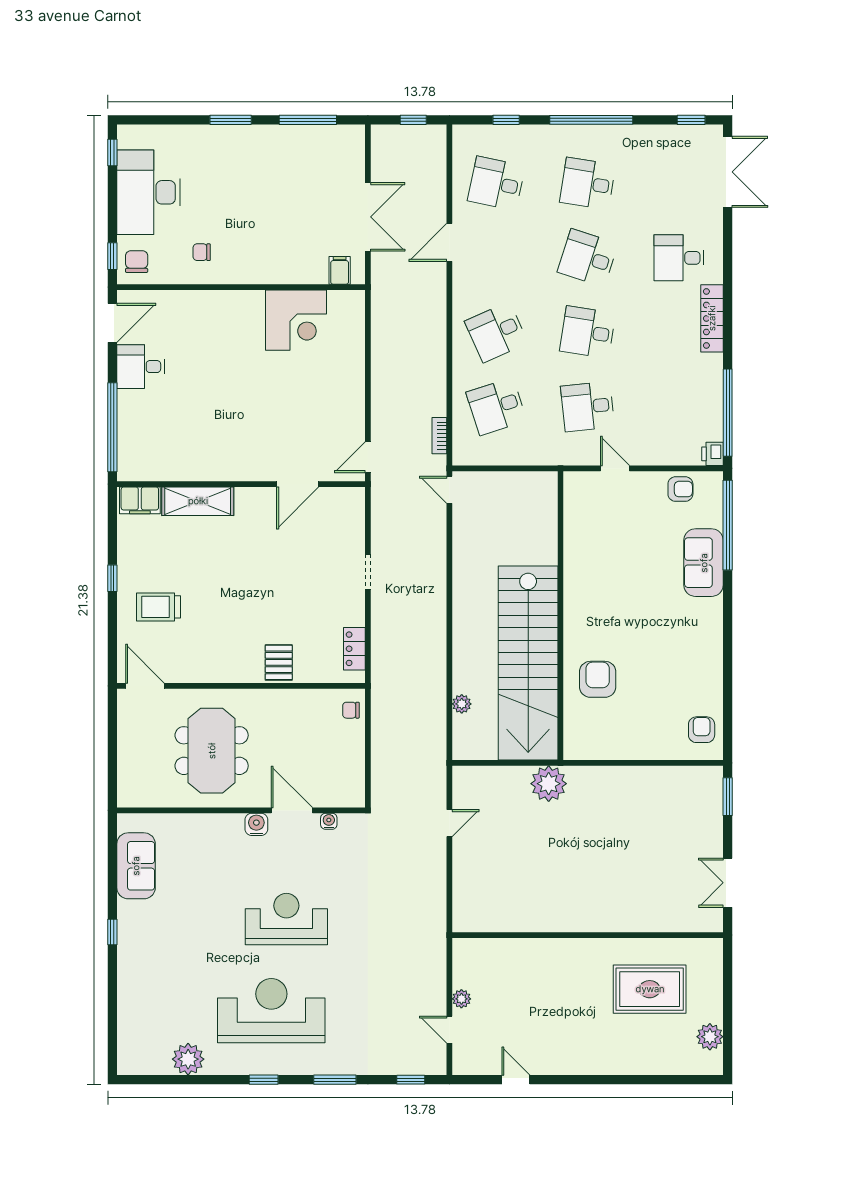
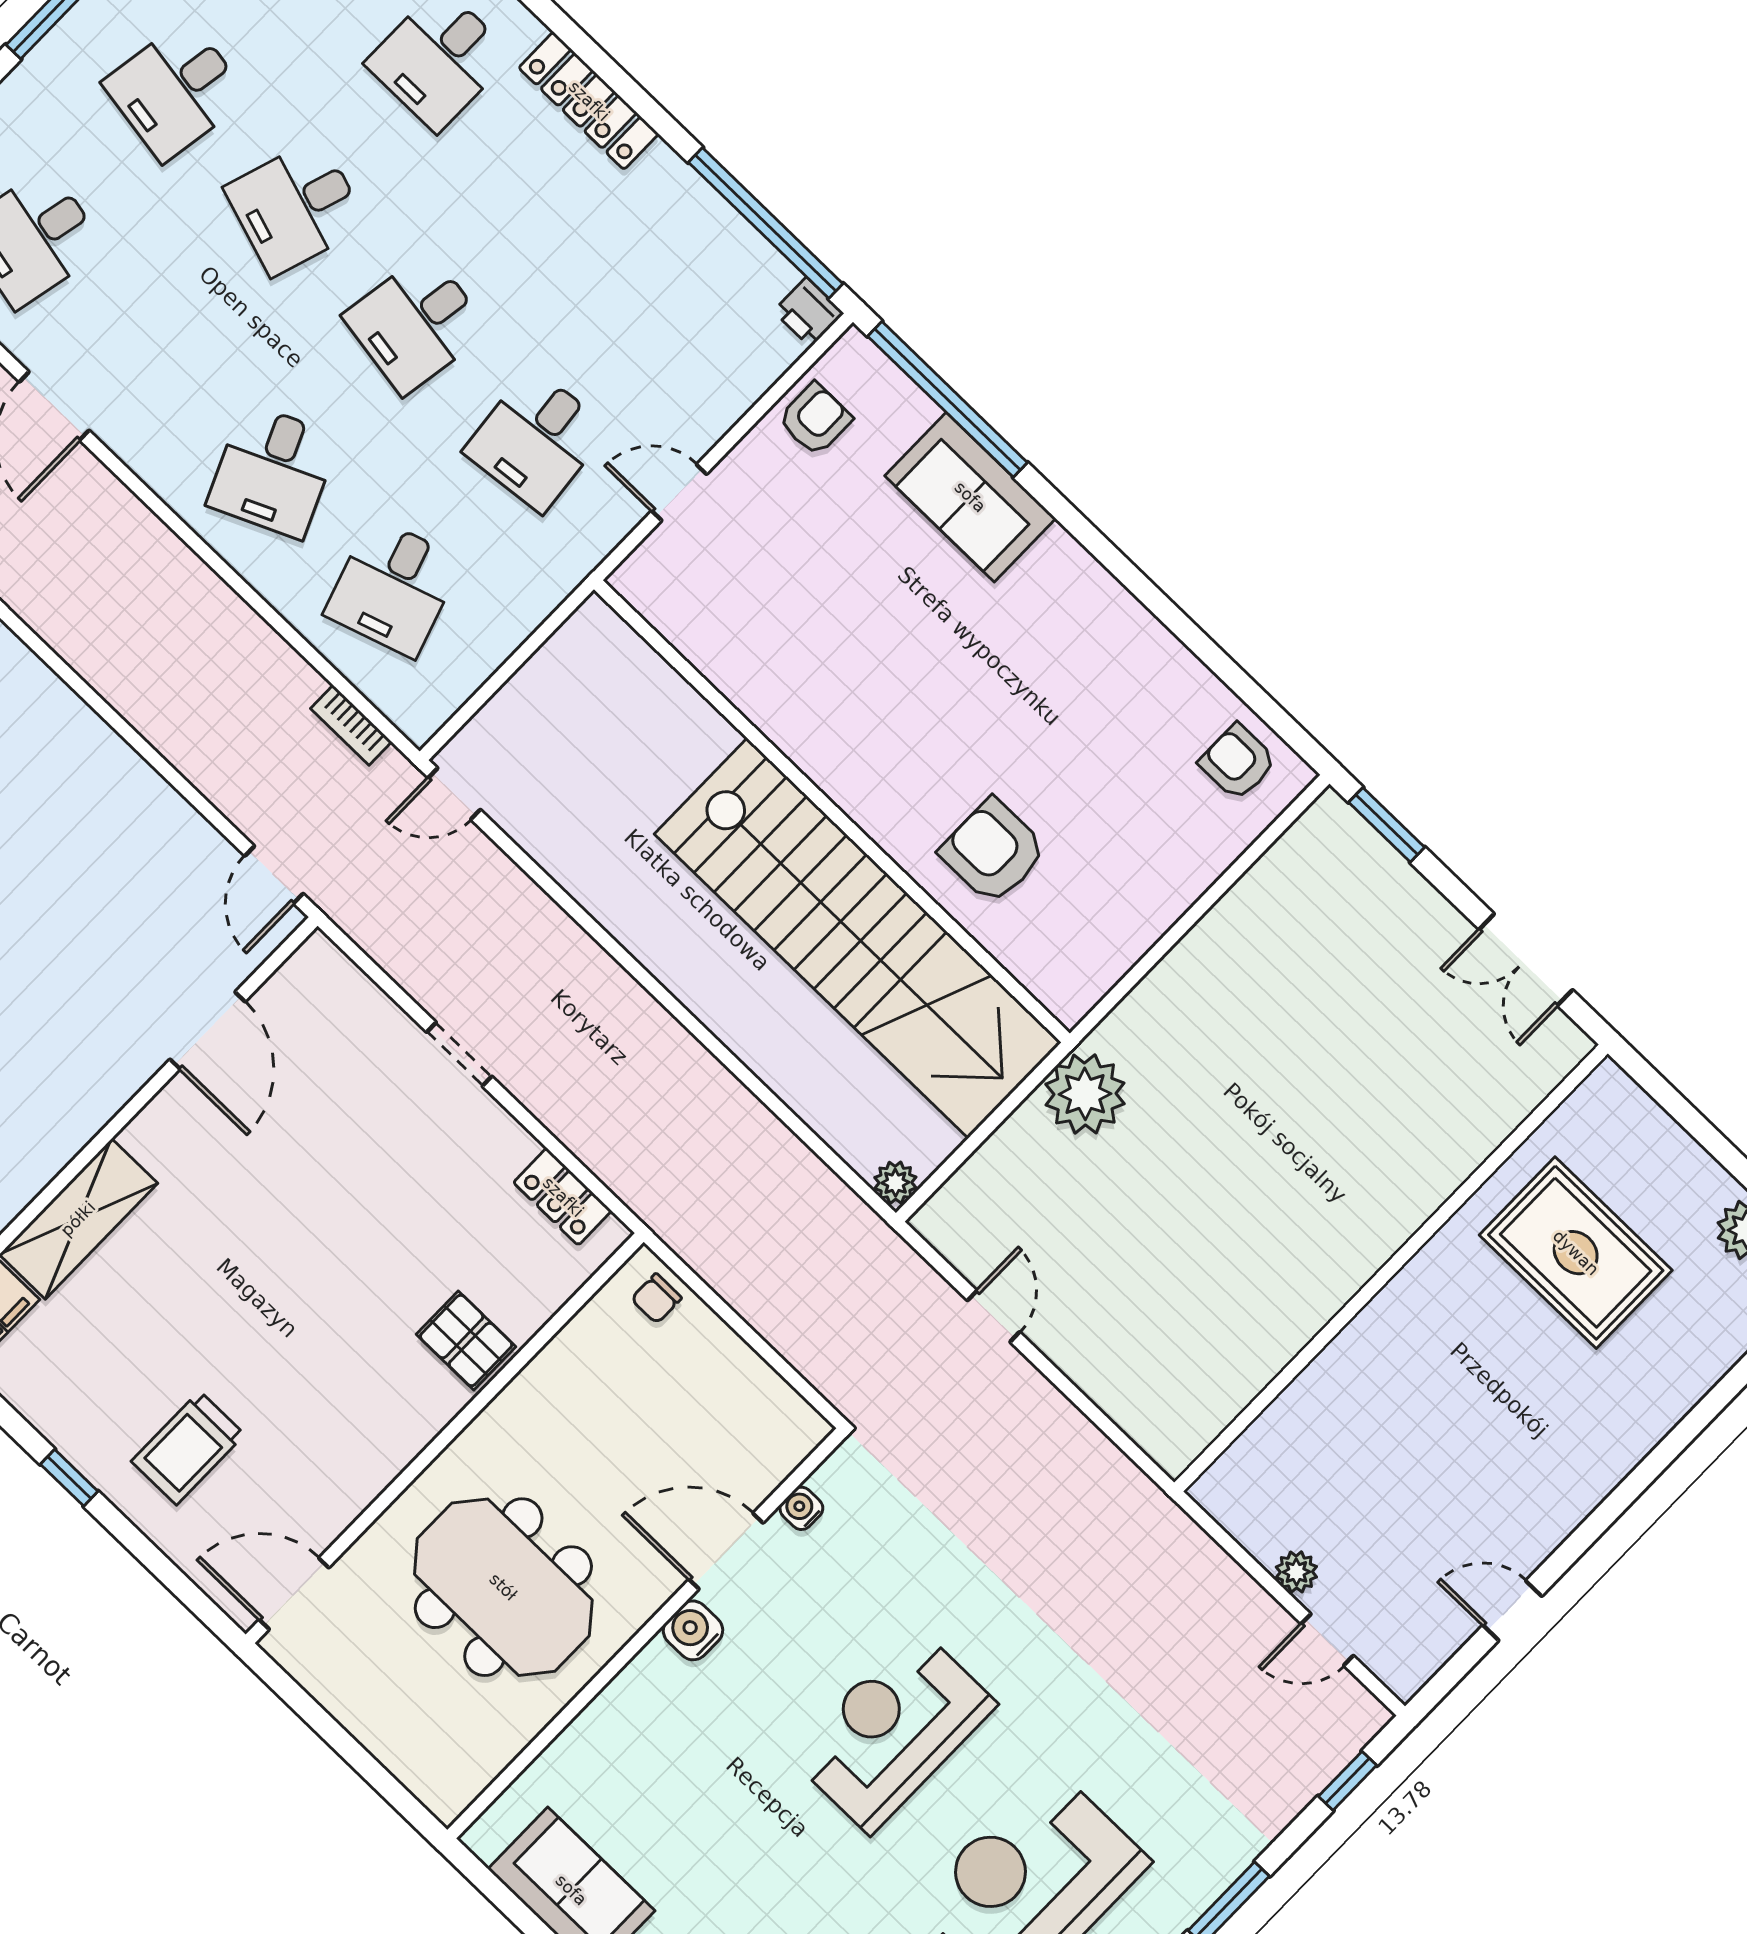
plant: (462, 704) -> (895, 1183), moved
rug: (650, 989) -> (1576, 1253), turned 90

